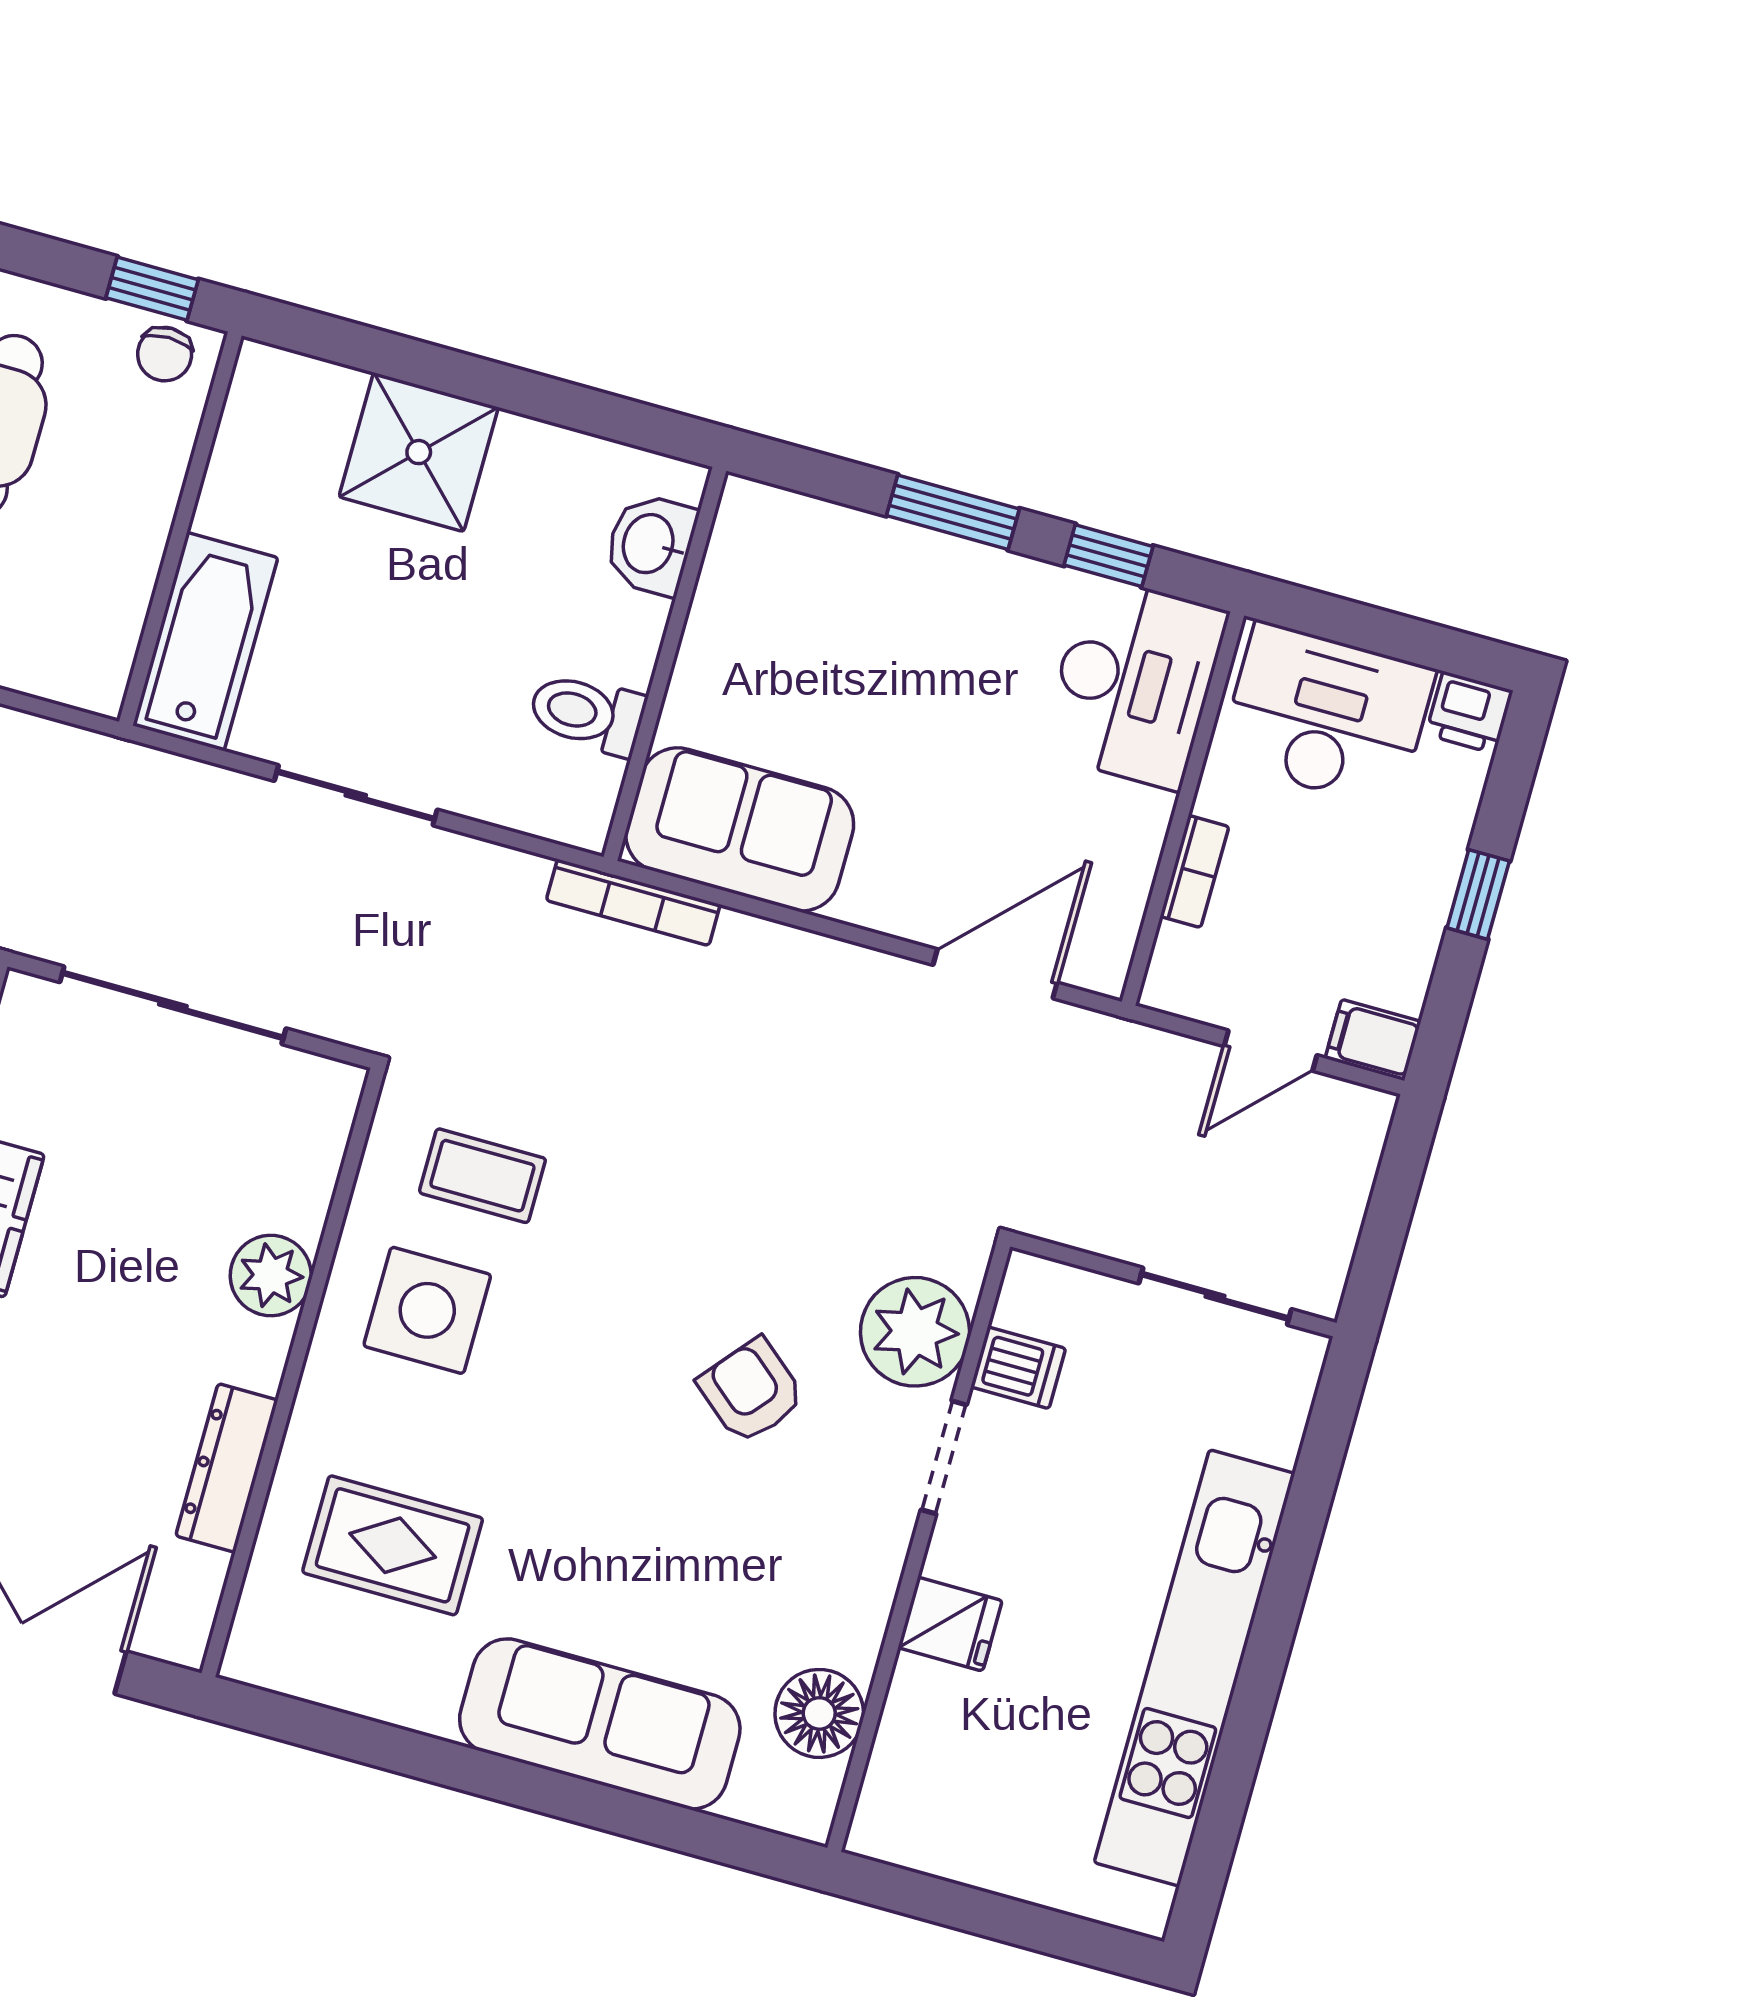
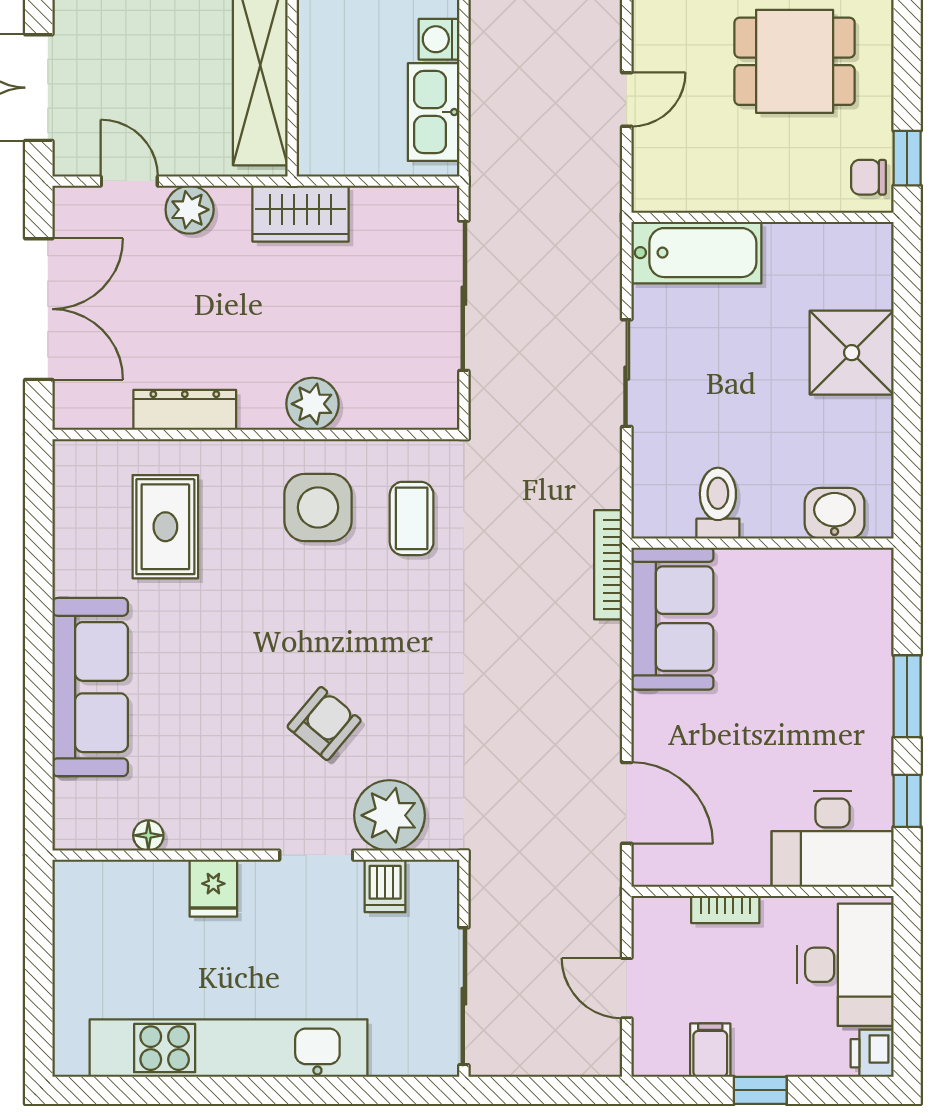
filing cabinet: (1373, 1040) -> (710, 1050), moved
sliding door: (1215, 1296) -> (464, 996), width x1.37
floor lamp: (819, 1713) -> (148, 835), width x0.53, depth x0.53

